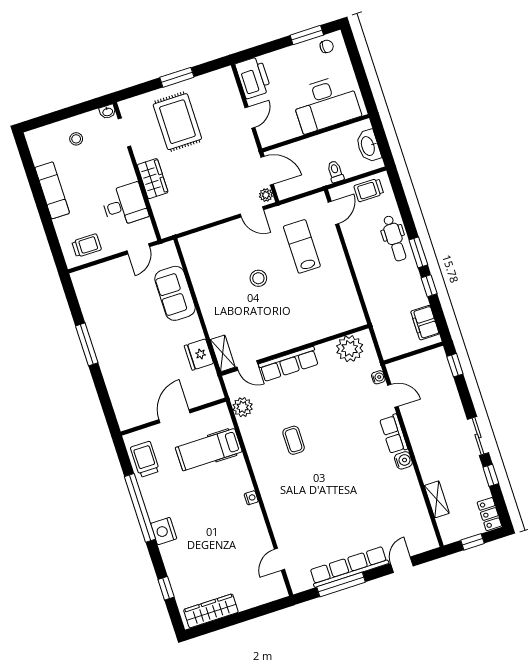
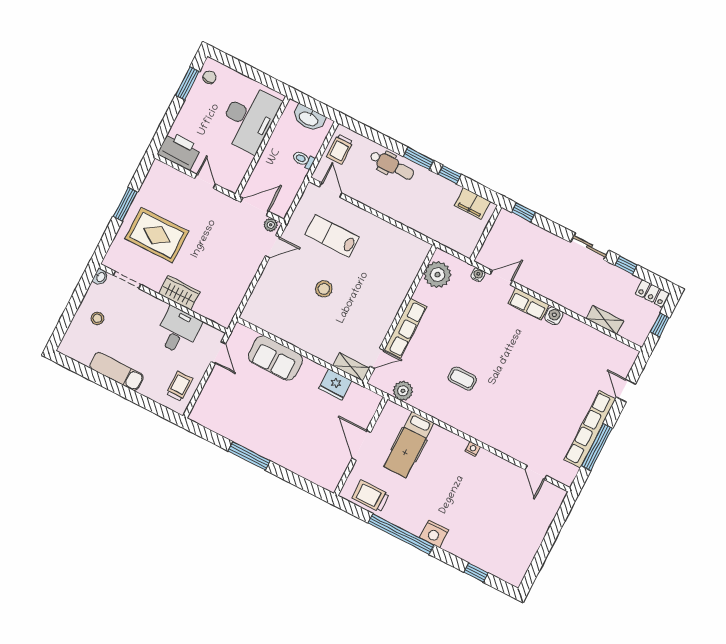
wardrobe: (211, 611) -> (524, 557), removed

